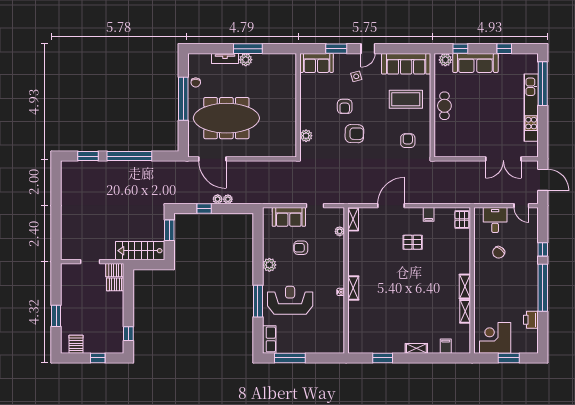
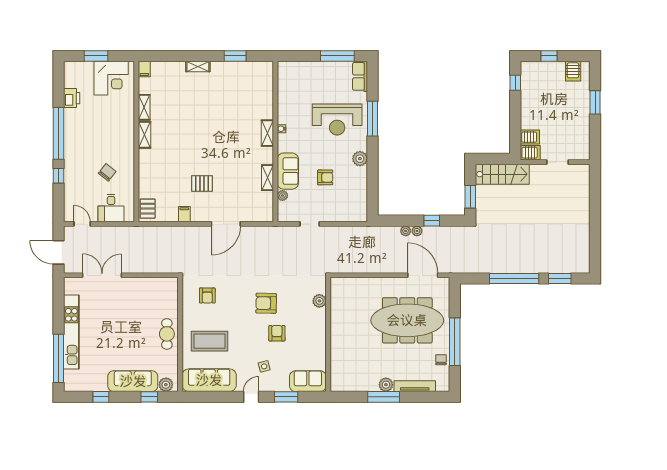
tv unit: (225, 58) -> (415, 386), width x1.41
sofa: (289, 217) -> (288, 171), moved, turned 90
shelving: (353, 219) -> (268, 178), moved
filing cabinet: (446, 346) -> (144, 69), moved

